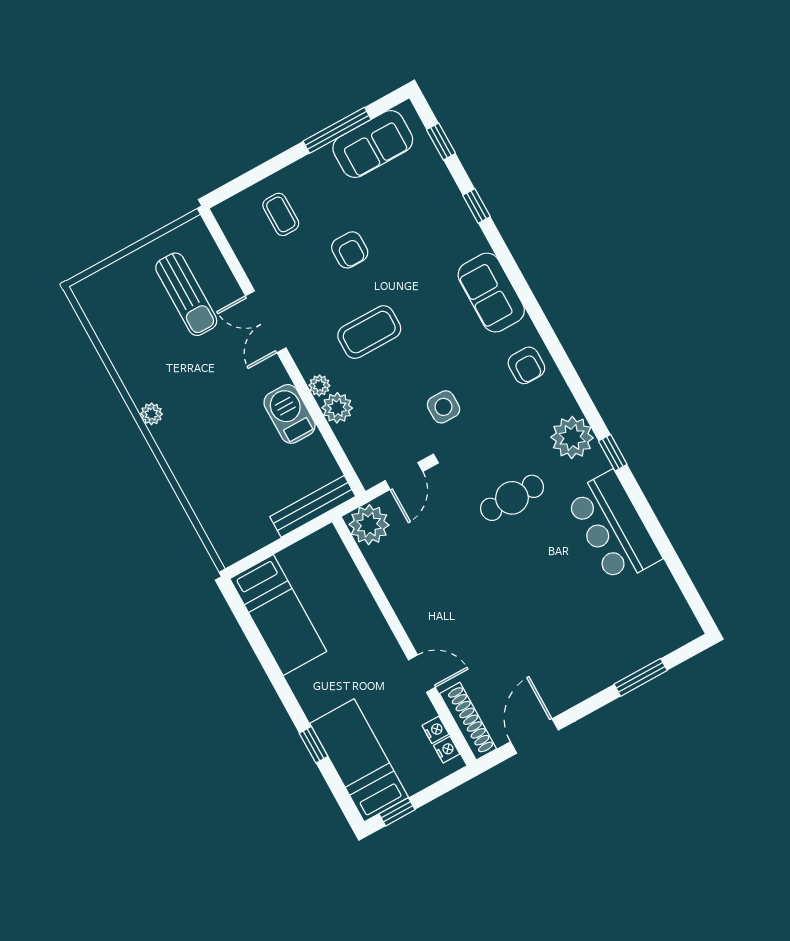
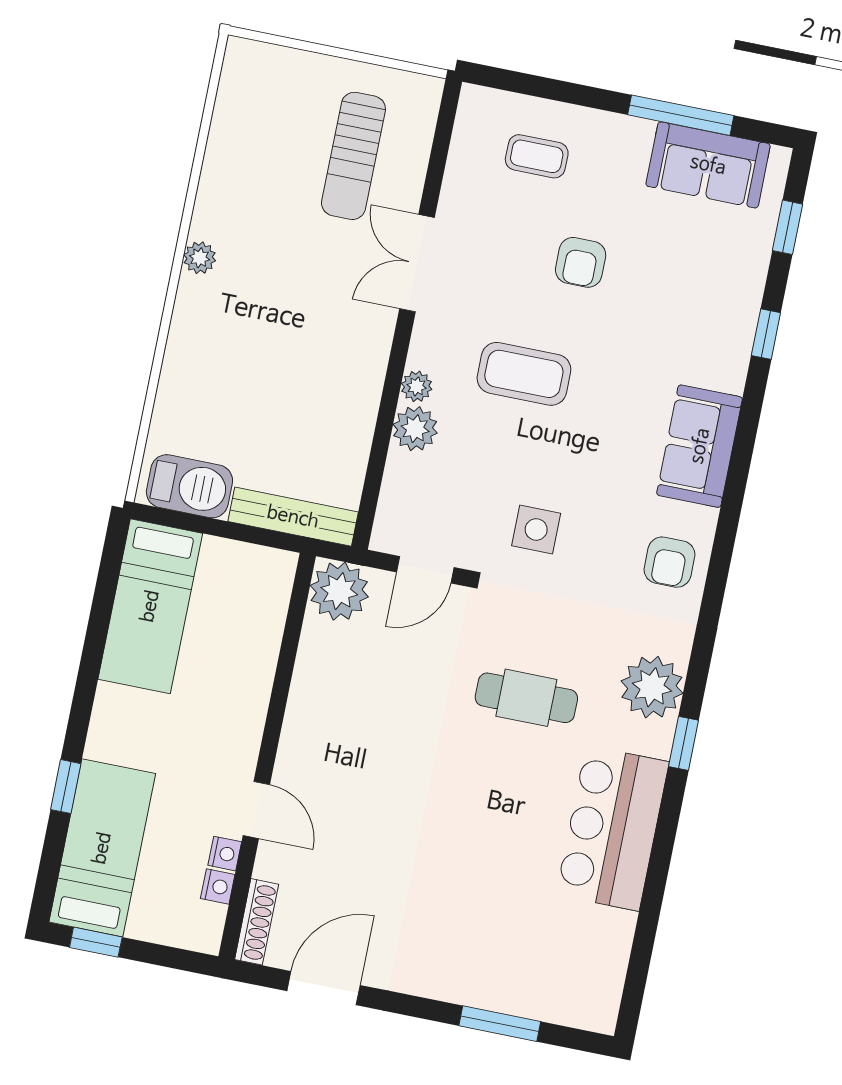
coffee table: (281, 214) -> (537, 156), turned 90
barbecue: (290, 414) -> (189, 486), moved, turned 90
shoe rack: (468, 721) -> (257, 922), width x0.74, depth x0.81
nightstand: (447, 750) -> (225, 854), moved

